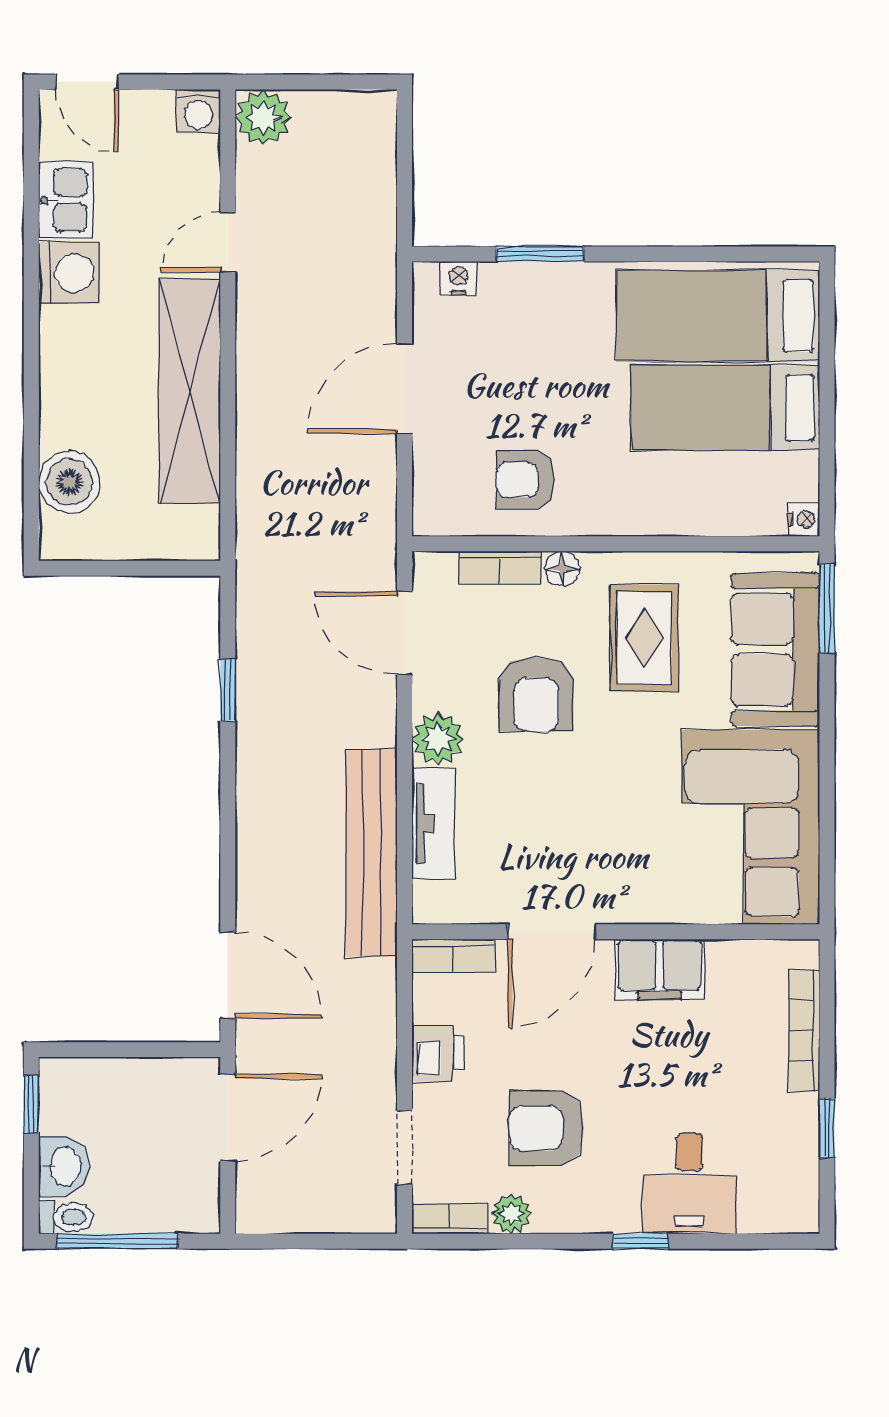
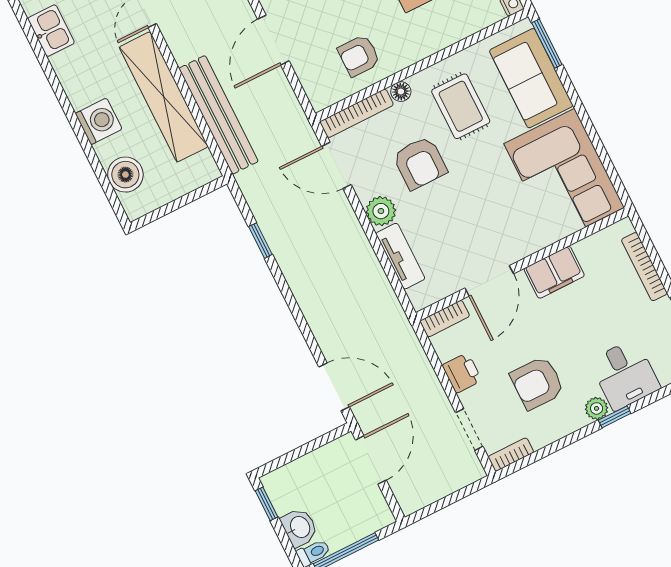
washing machine: (69, 273) -> (99, 121), moved
bookcase: (500, 568) -> (357, 113), width x1.56
bench: (371, 853) -> (219, 115), moved
plant: (511, 1214) -> (597, 408), moved

